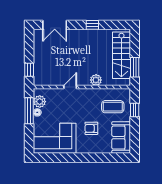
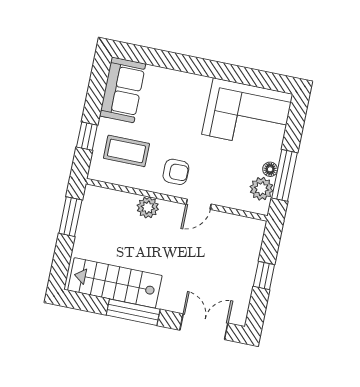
window: (92, 25) -> (133, 312), width x2.17
stairs: (121, 55) -> (115, 283), moved, turned -90
window: (29, 70) -> (264, 276), moved
armchair: (91, 128) -> (176, 172), moved

